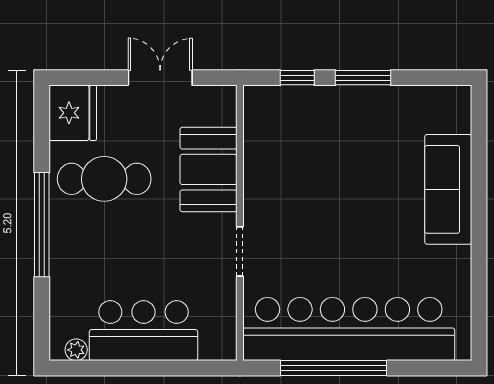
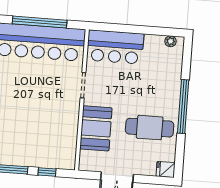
fridge: (73, 113) -> (166, 169), width x0.53, depth x0.75
bar counter: (143, 331) -> (115, 47), moved

